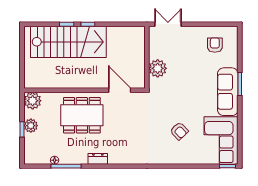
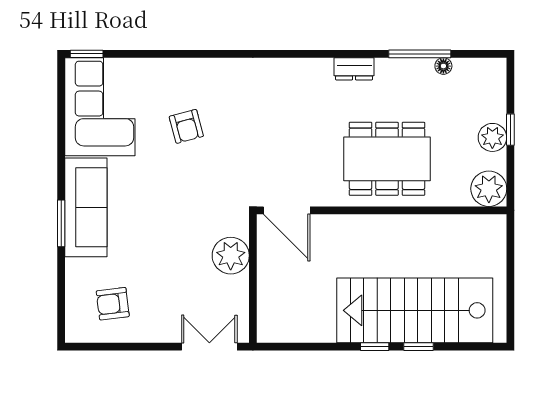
double door: (168, 24) -> (209, 347), swing flipped
armchair: (215, 45) -> (113, 304), turned 83
door: (120, 90) -> (287, 210), moved
armchair: (179, 131) -> (186, 126), turned -151

